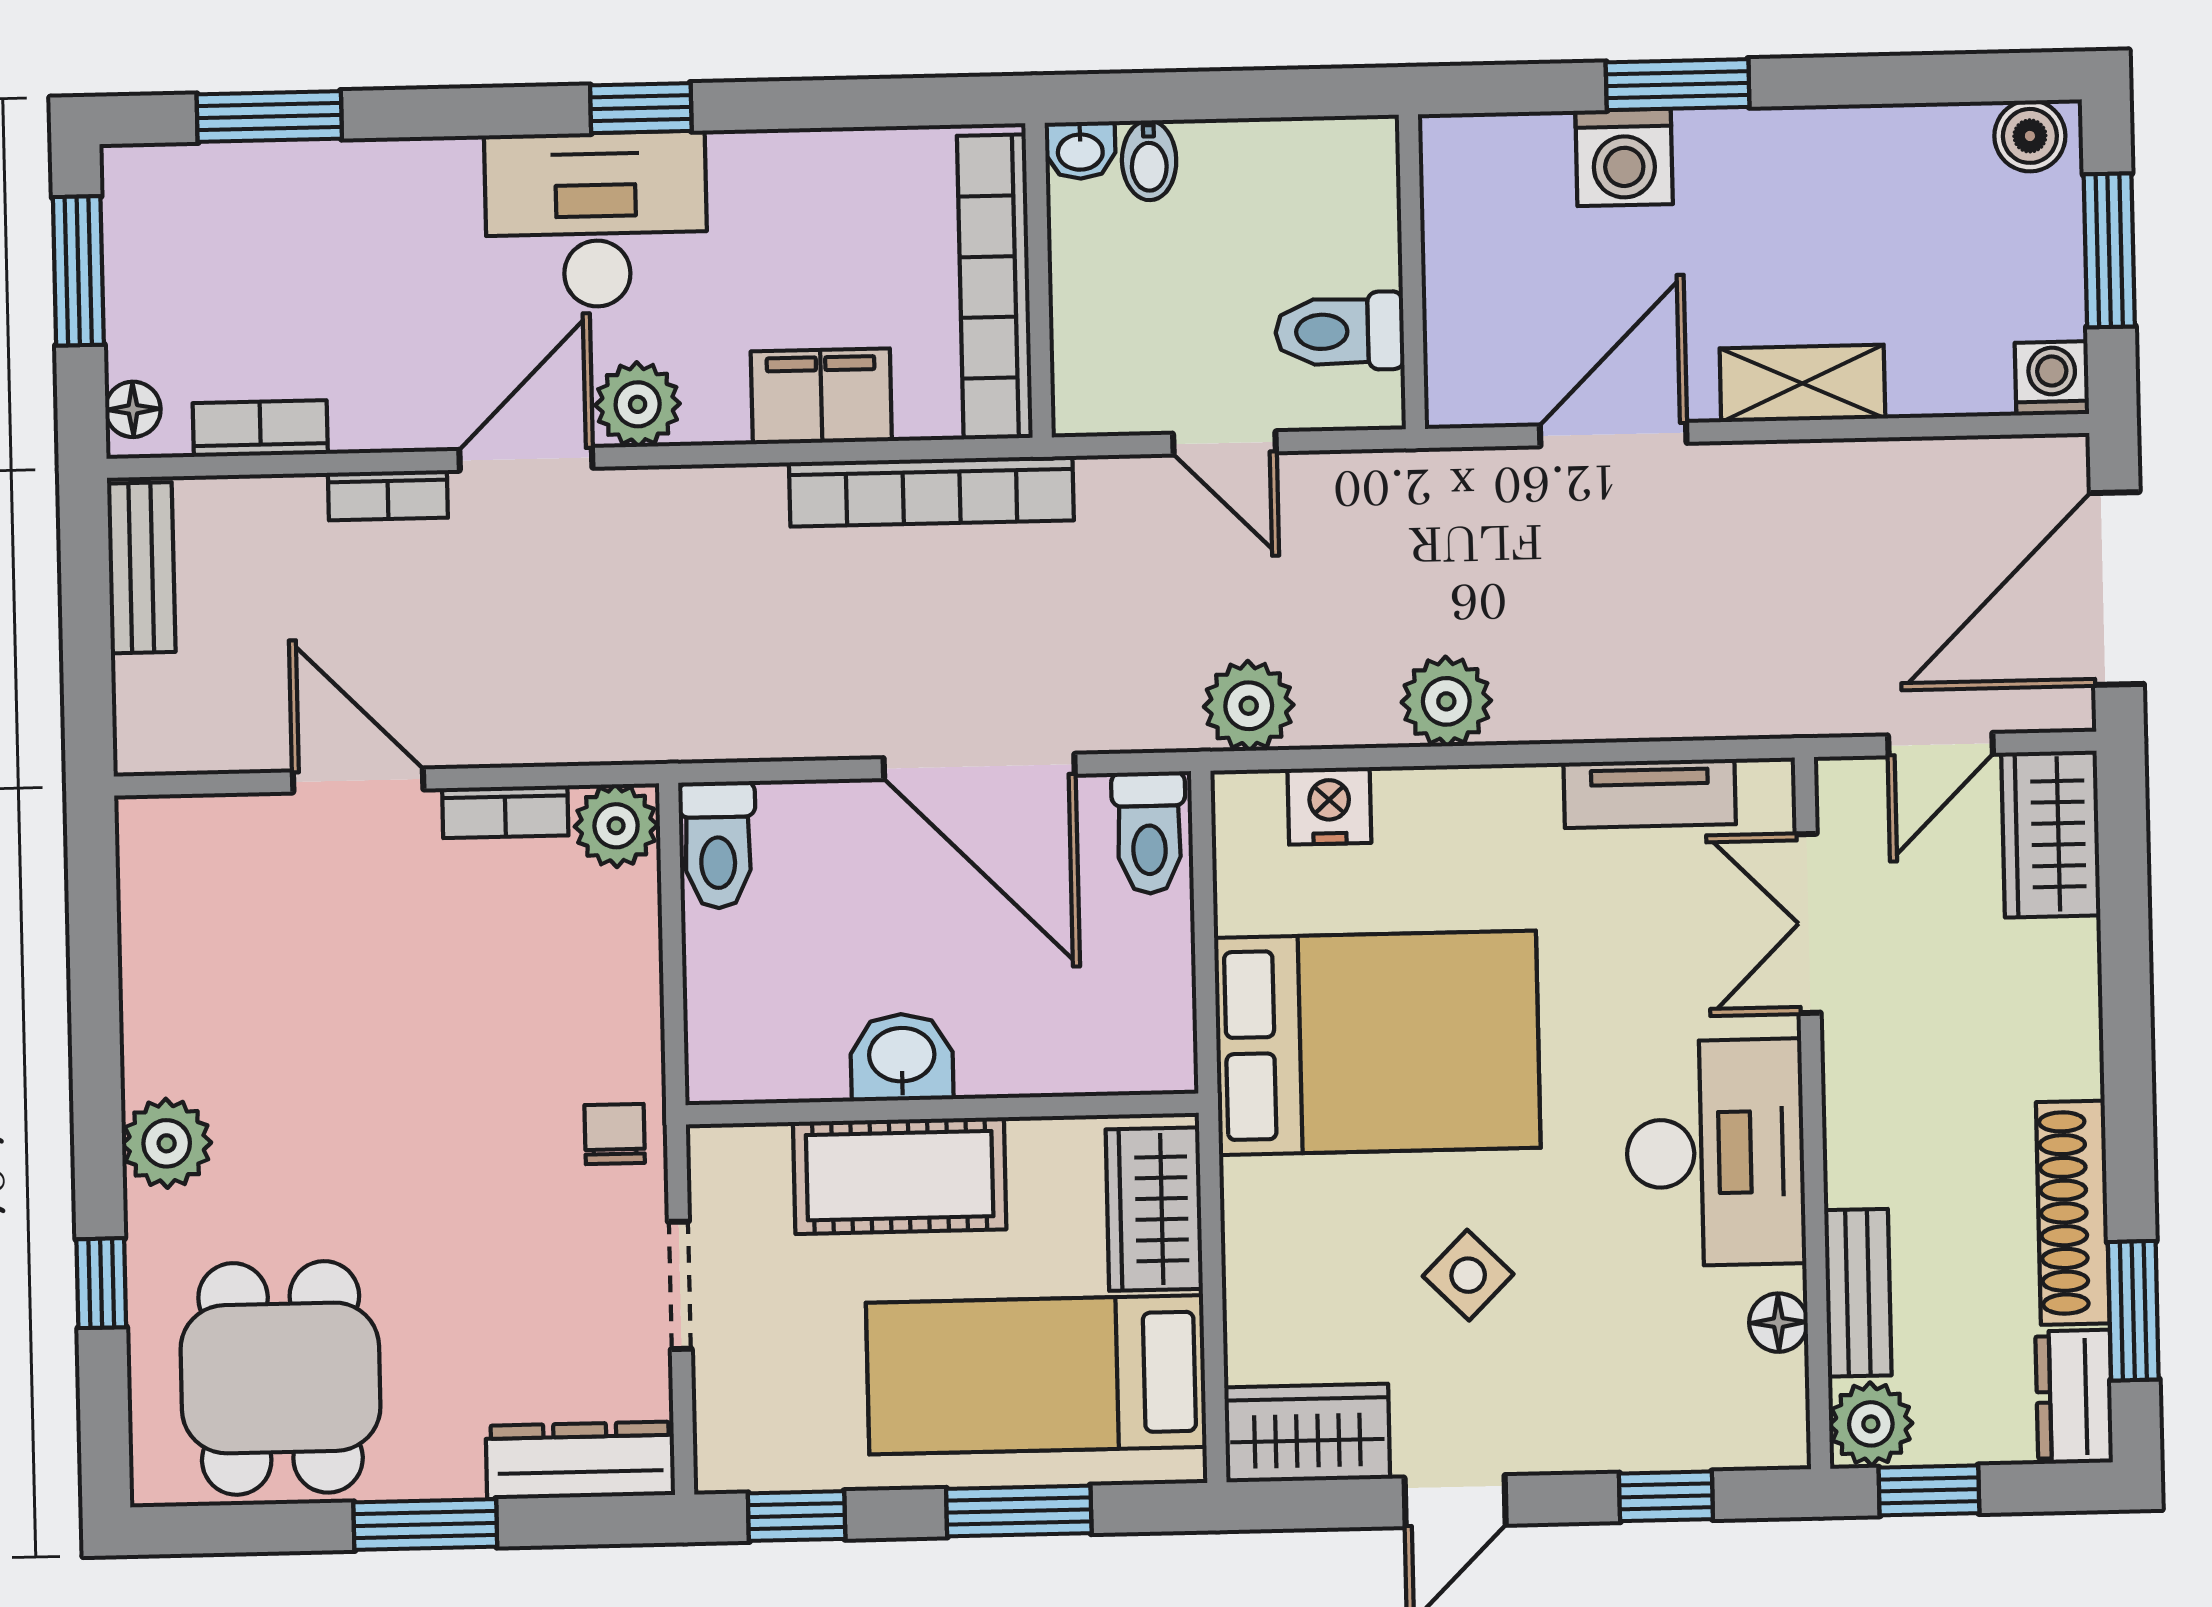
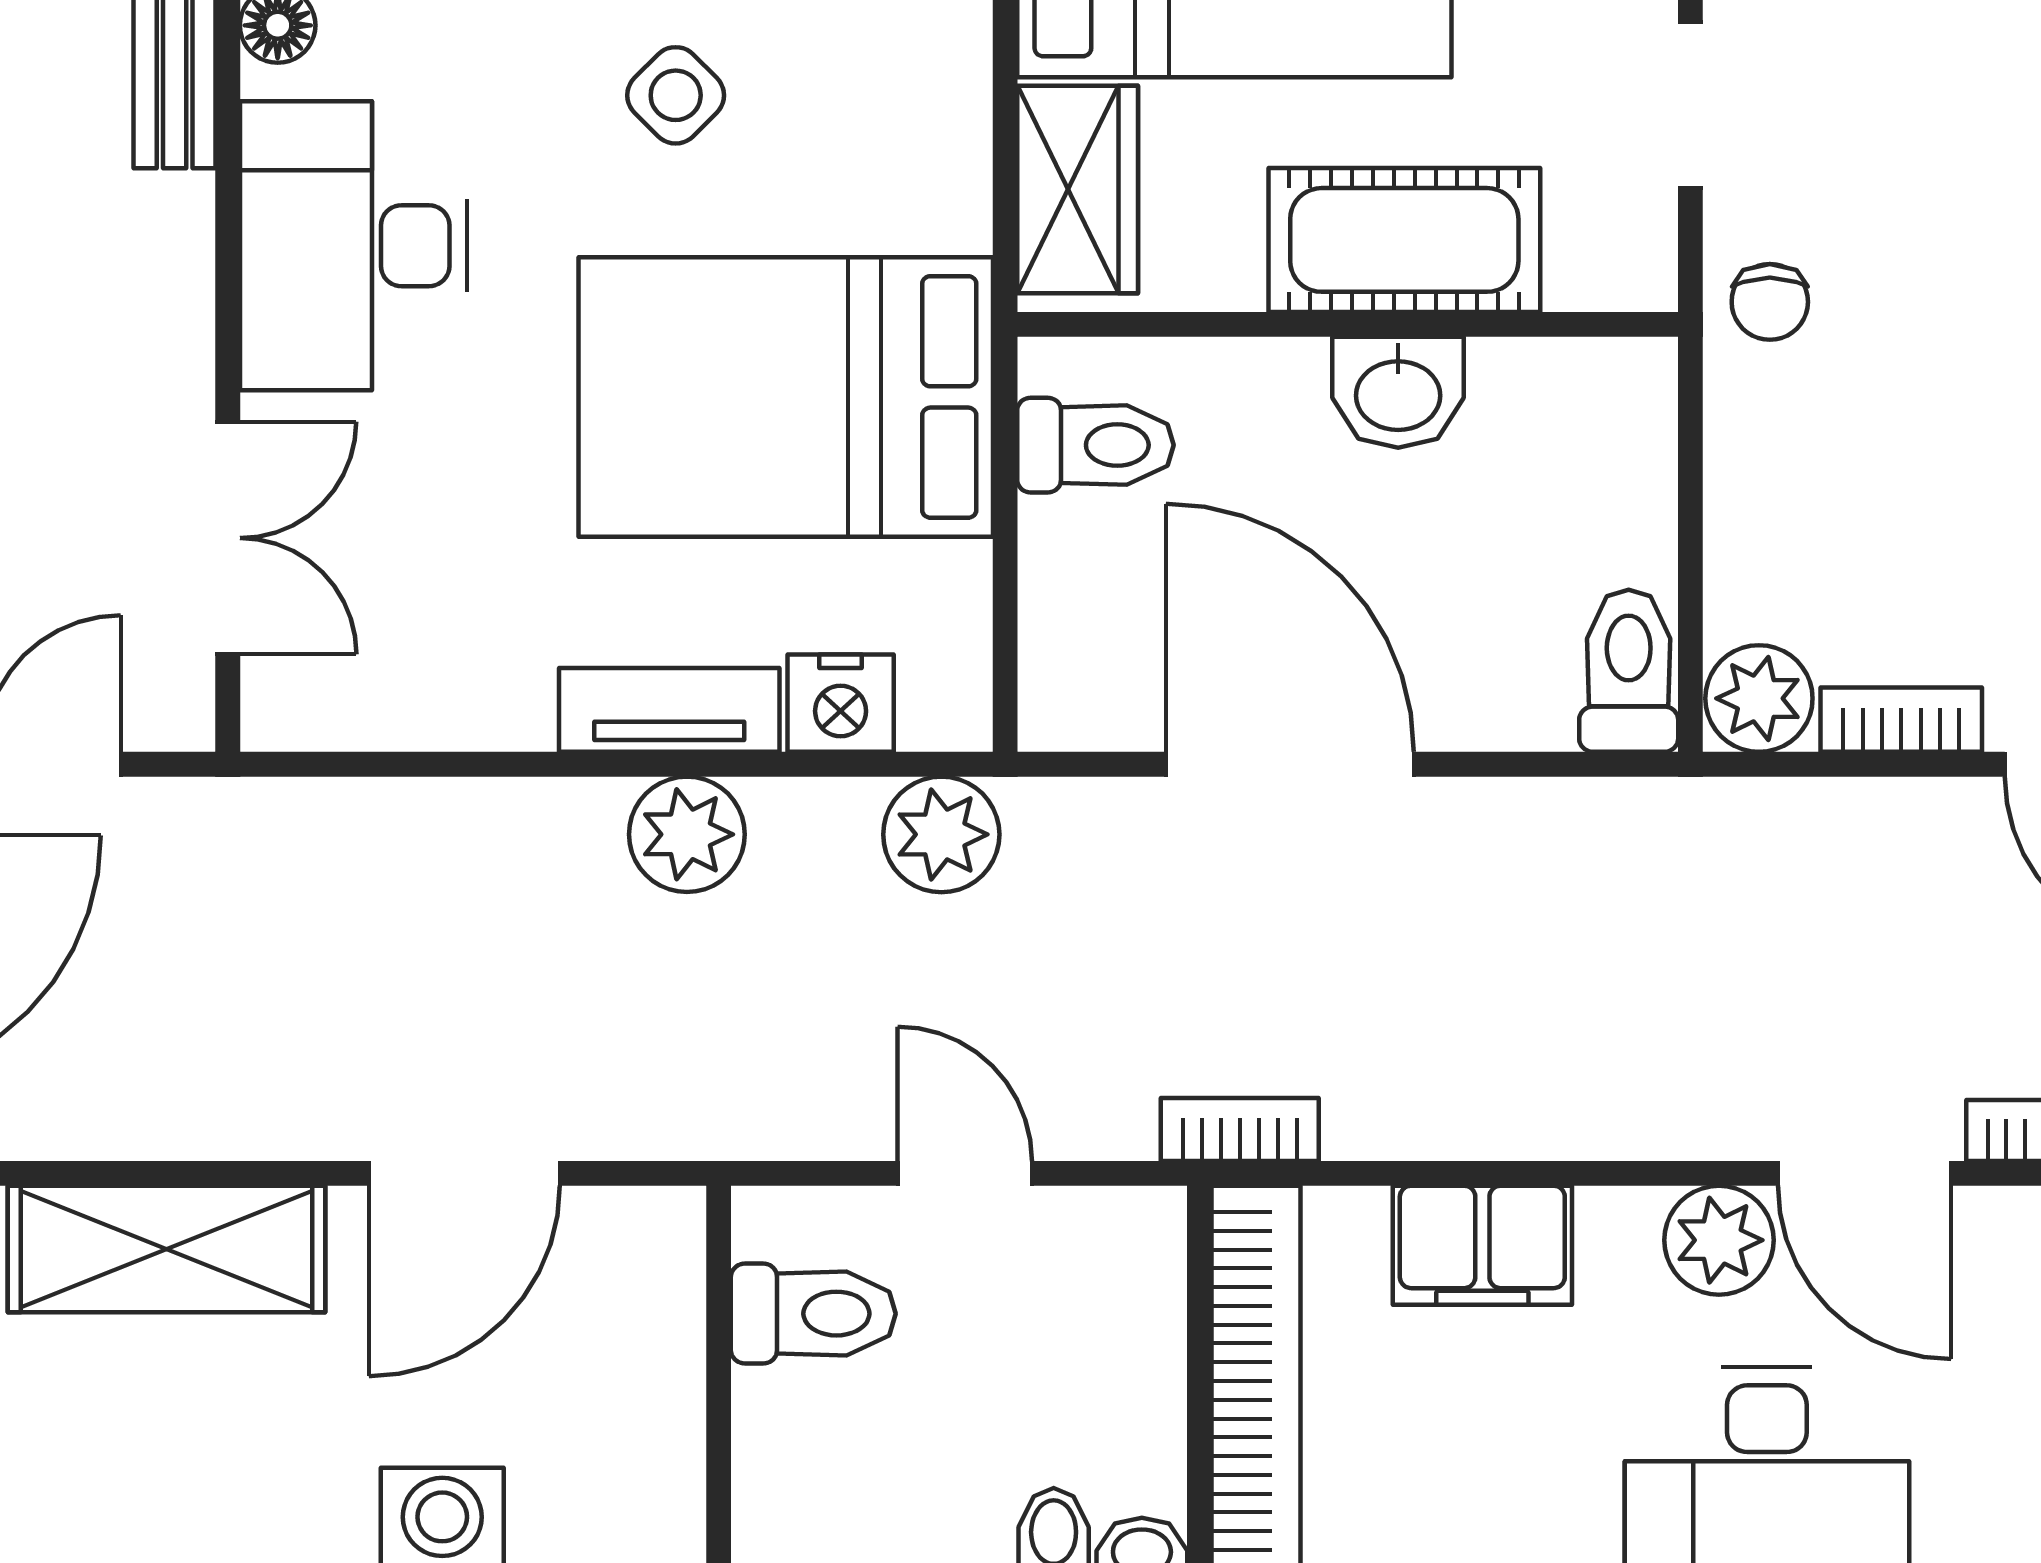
shelving: (1802, 383) -> (166, 1249), width x1.50, depth x1.33
door: (526, 459) -> (1864, 1173), hinge flipped
bookcase: (931, 491) -> (1240, 1130), width x0.43, depth x0.76
tv unit: (1650, 793) -> (669, 710), moved
toilet: (1149, 833) -> (1095, 445), moved, turned 90

